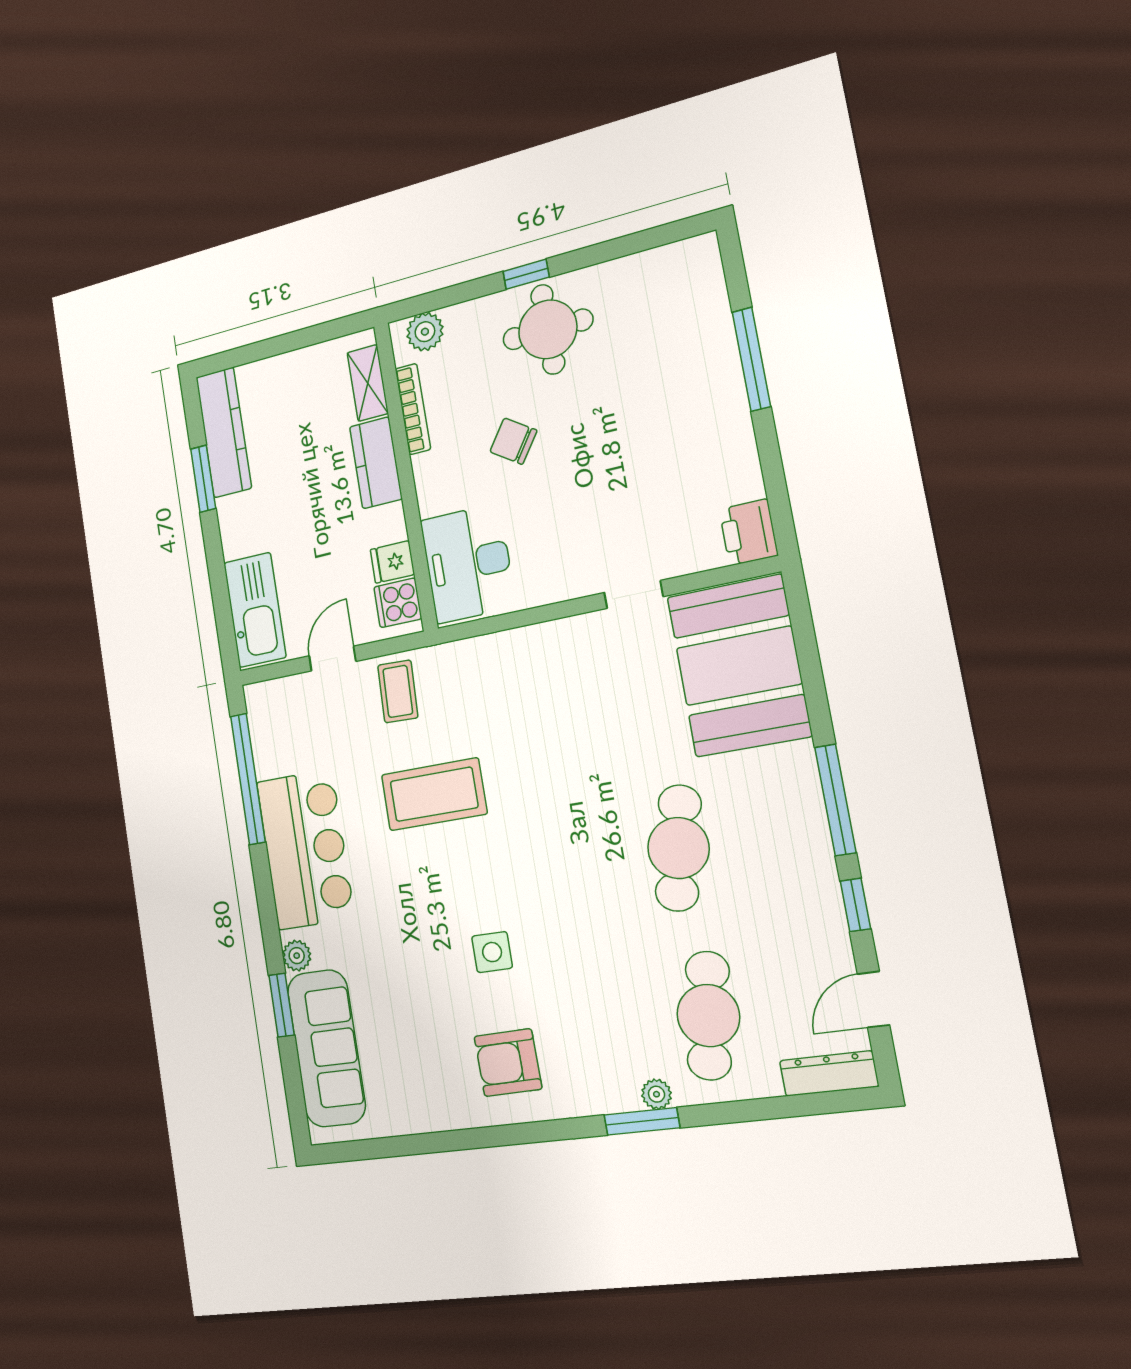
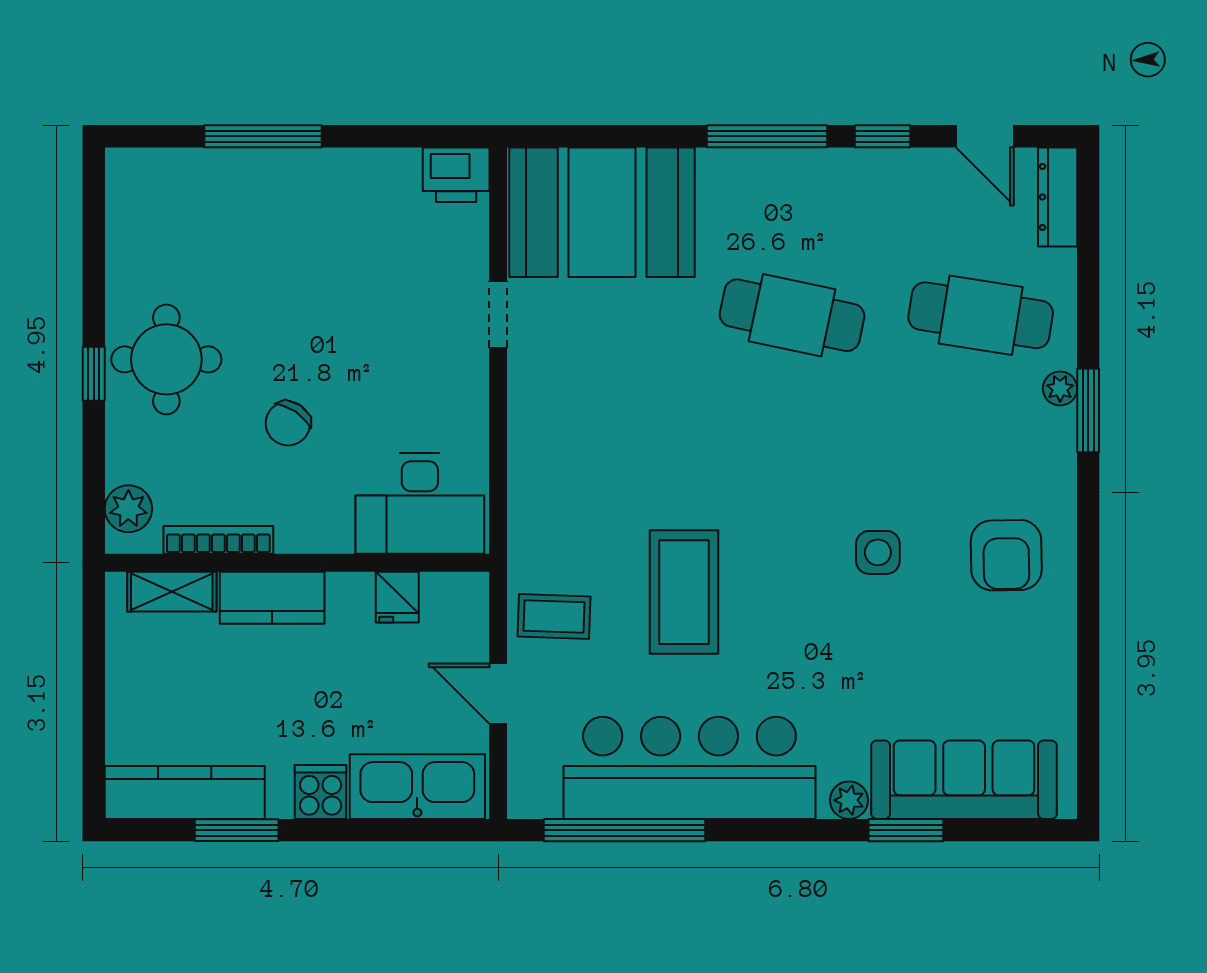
cooker: (398, 603) -> (321, 792), moved, turned 180
bar counter: (305, 850) -> (689, 768), width x1.36

